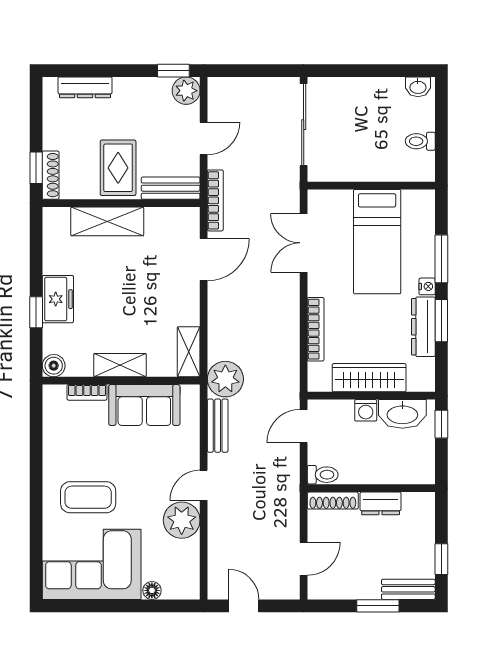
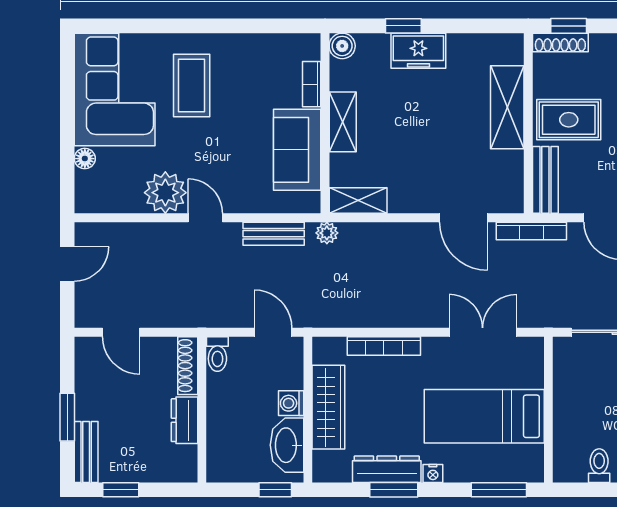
window: (441, 259) -> (499, 490), moved
plant: (225, 379) -> (327, 233), width x0.53, depth x0.53

